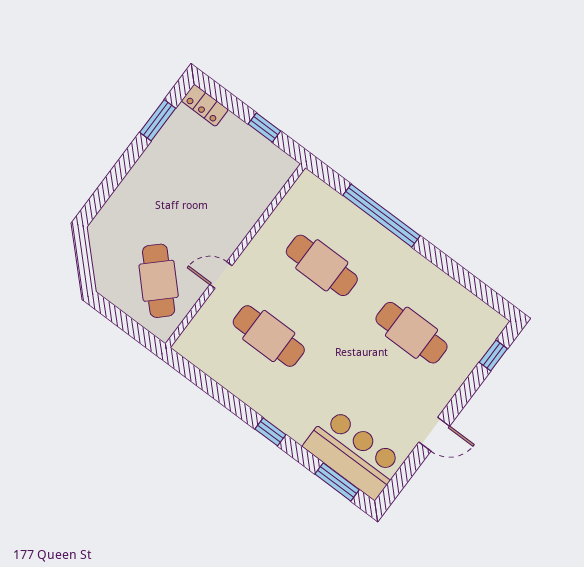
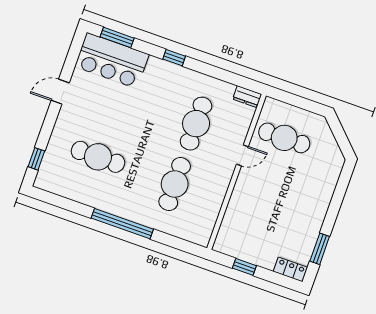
window: (382, 216) -> (122, 224), moved
cafe table: (322, 265) -> (175, 184), turned 90
cafe table: (159, 281) -> (284, 138), turned -46
cafe table: (269, 336) -> (196, 124), turned 90
dresser: (190, 350) -> (247, 97), added

